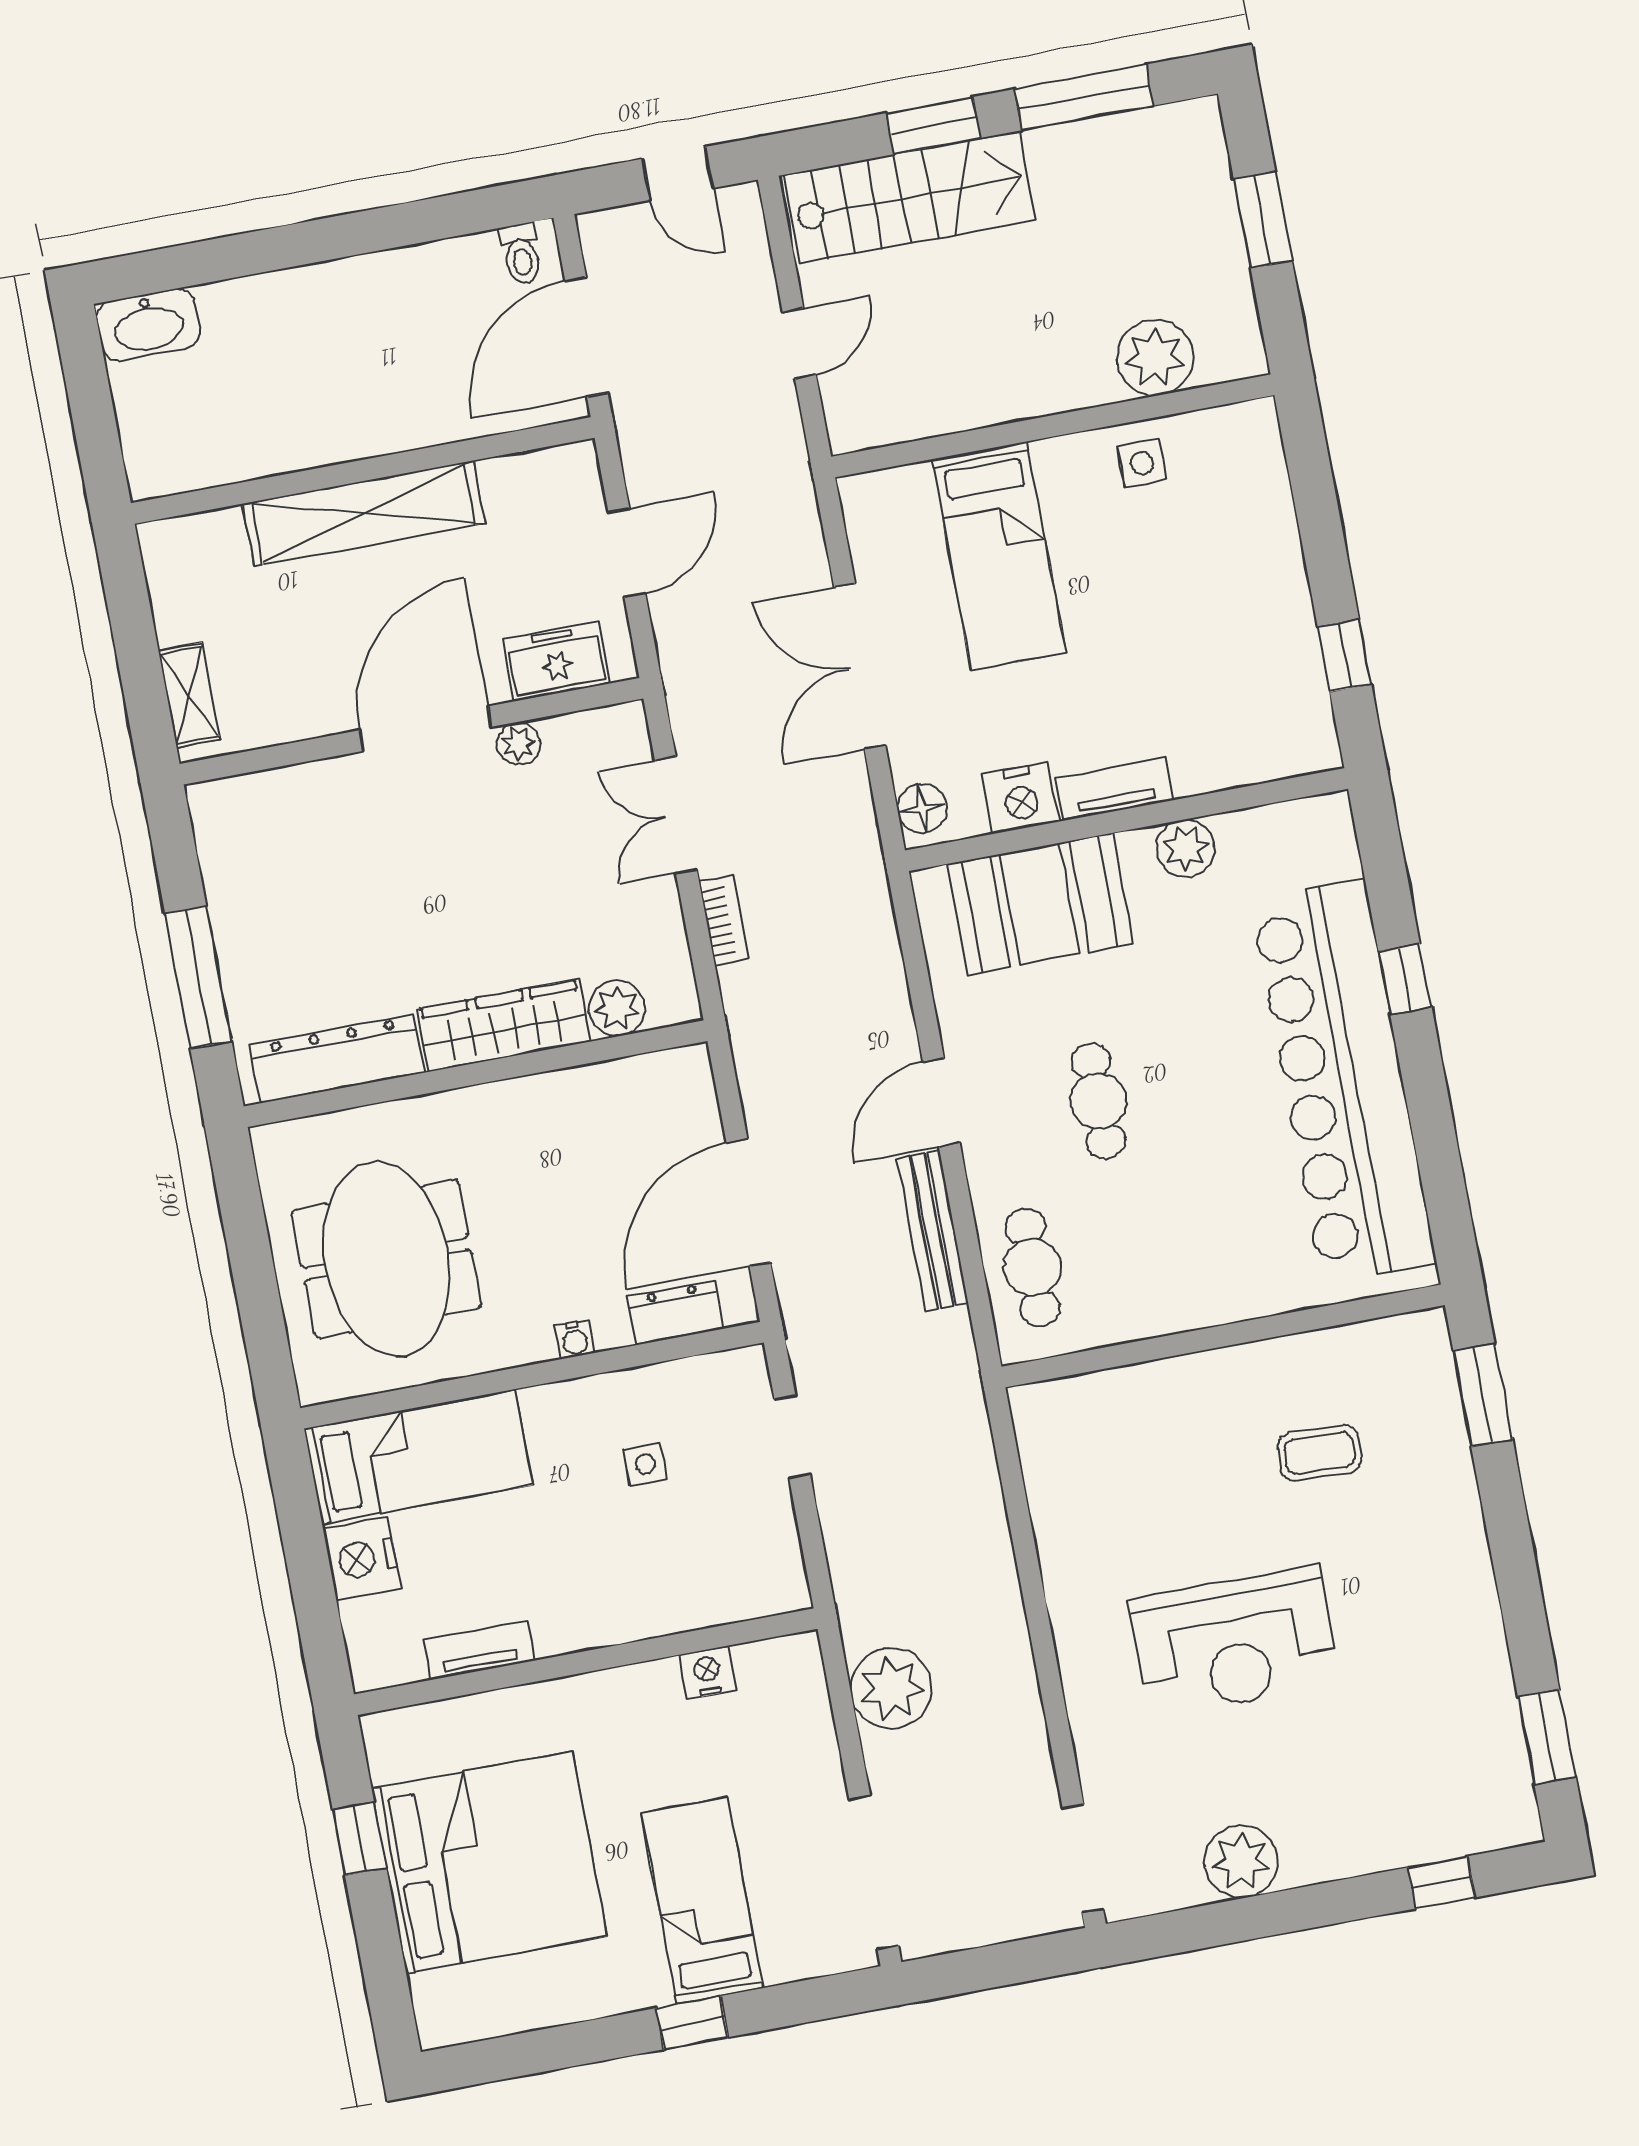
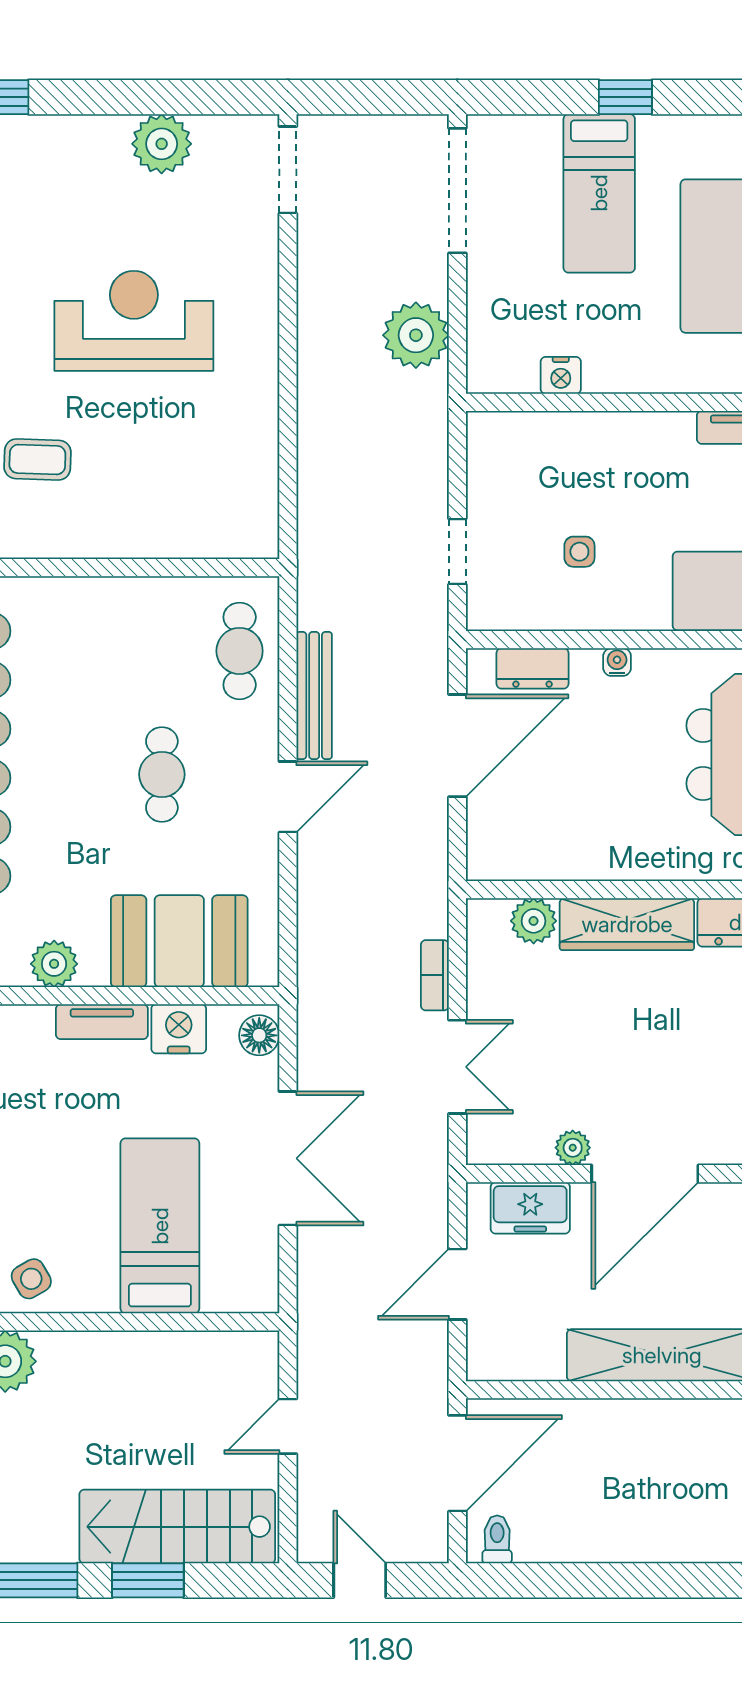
side table: (1142, 463) -> (31, 1279), turned -30

